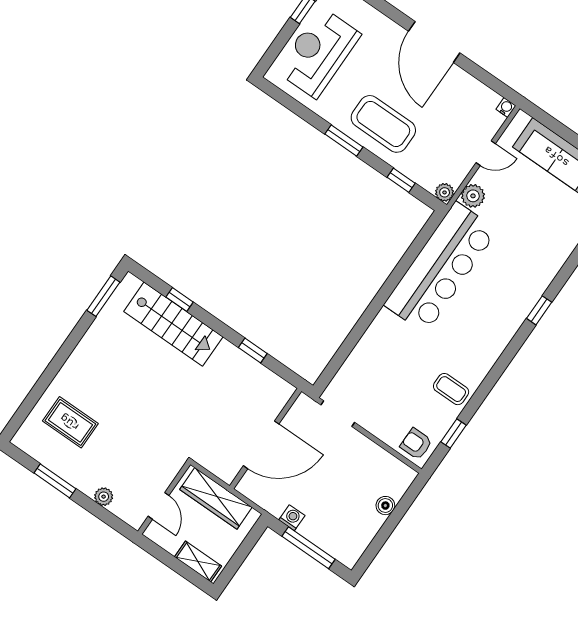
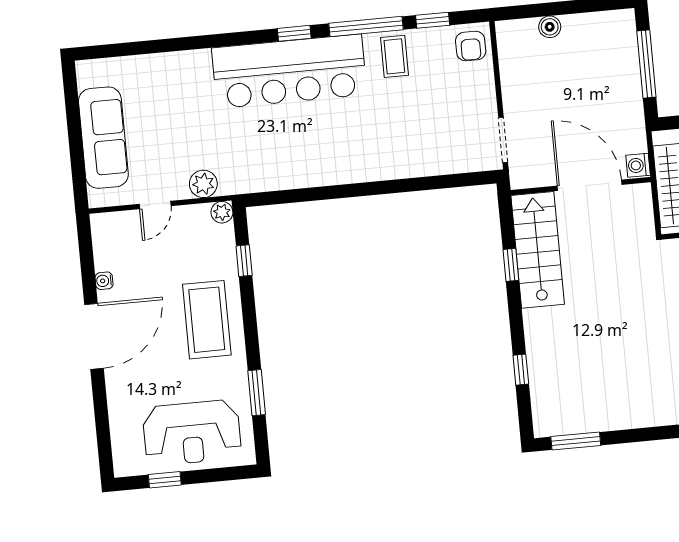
water cooler: (506, 107) -> (104, 281), moved
window: (344, 141) -> (257, 393), moved
door: (486, 153) -> (155, 205), swing flipped
bar counter: (441, 267) -> (289, 71), moved, turned 180
window: (539, 310) -> (294, 33), moved
stairs: (173, 324) -> (538, 250), moved
window: (486, 387) -> (366, 27), added
washing machine: (292, 518) -> (638, 165), moved

